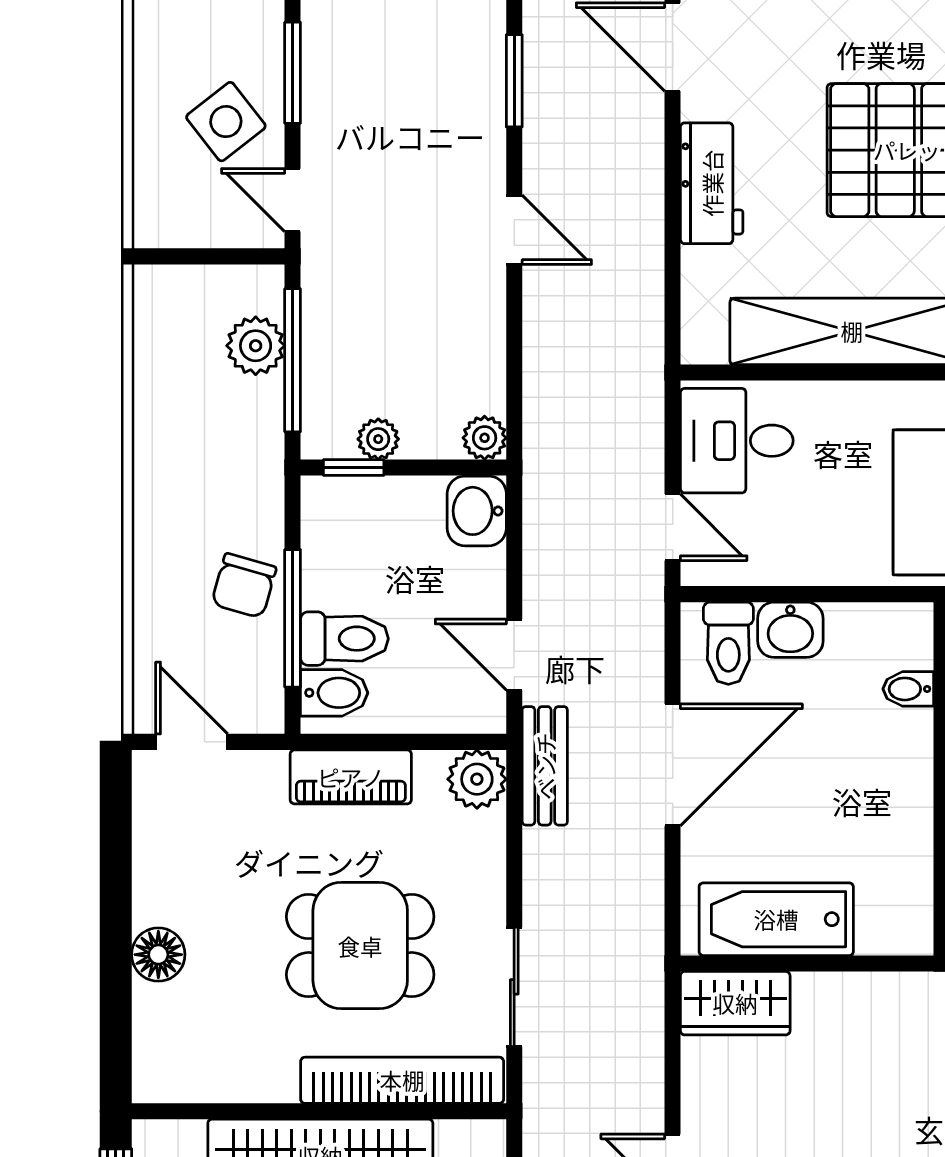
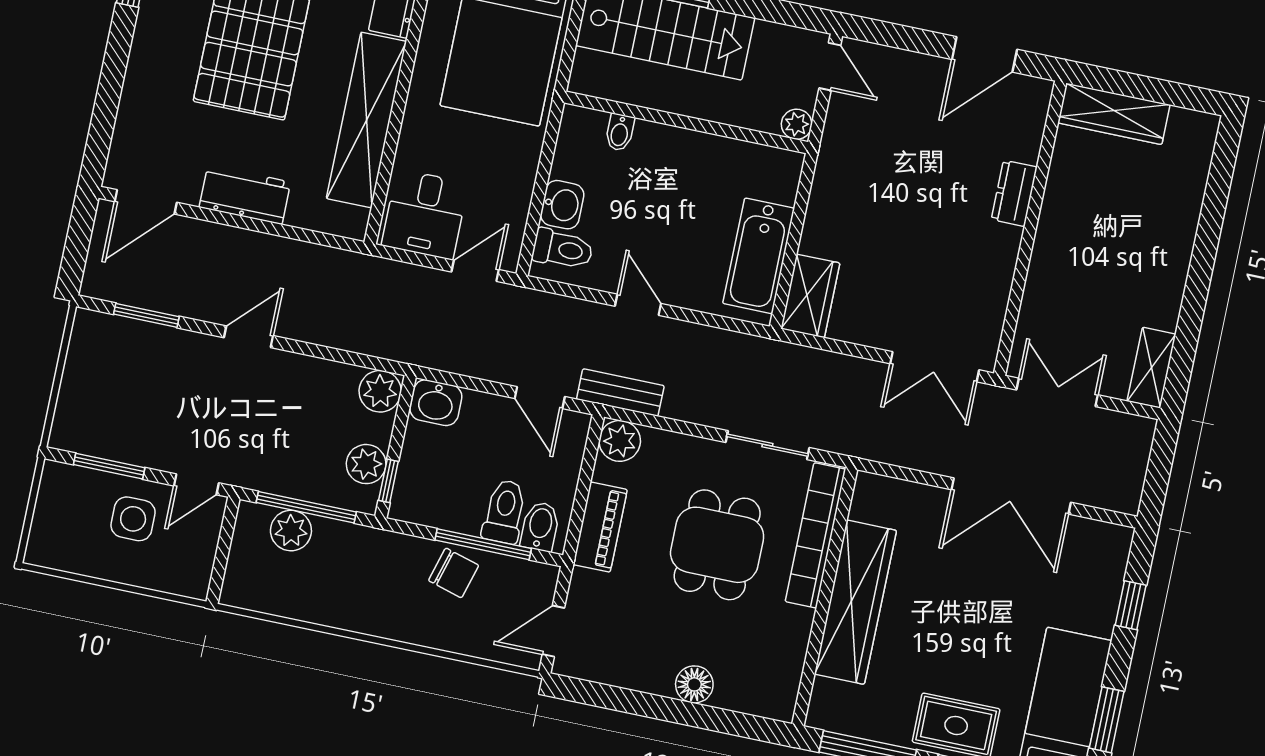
side table: (226, 122) -> (133, 519), turned 38
plant: (485, 438) -> (380, 391), width x1.38, depth x1.38
plant: (378, 439) -> (366, 464), width x1.38, depth x1.38
door: (514, 655) -> (540, 398), hinge flipped
door: (673, 765) -> (638, 305), width x0.53

